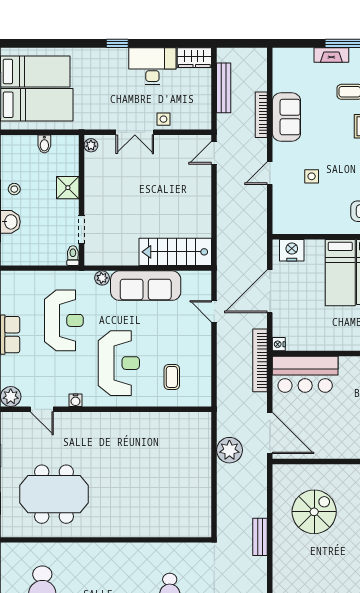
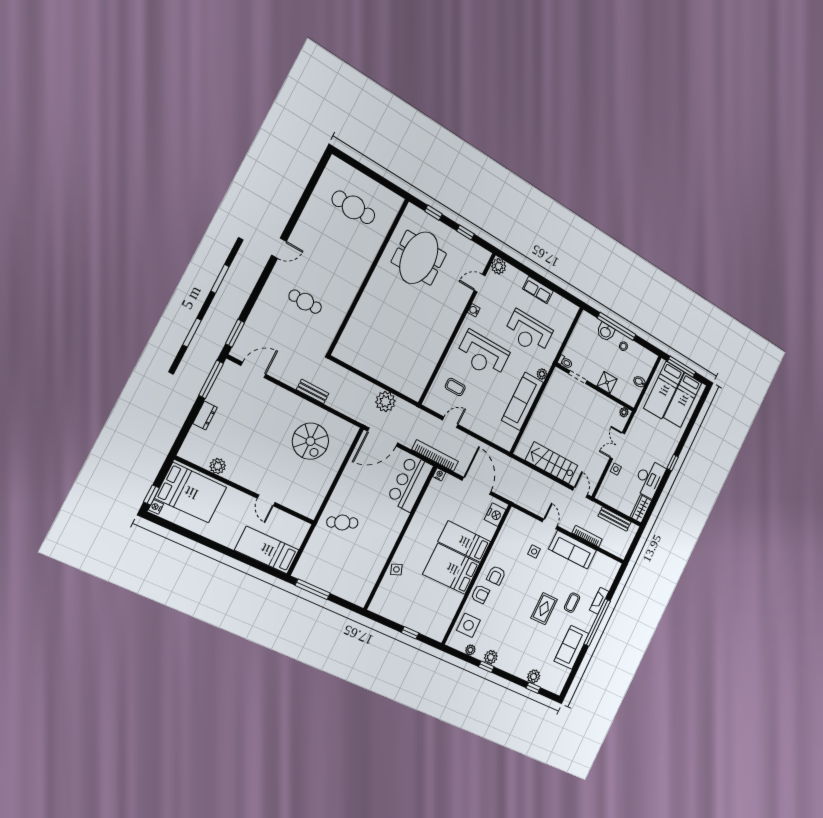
sofa: (286, 117) -> (573, 550), width x1.36
stairs: (175, 252) -> (552, 463), moved, turned -90
door: (214, 311) -> (450, 422), moved

